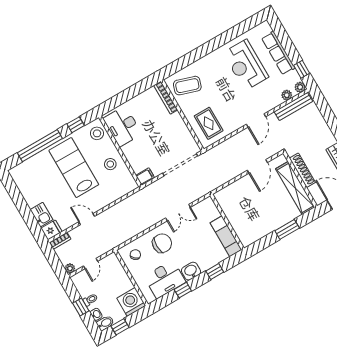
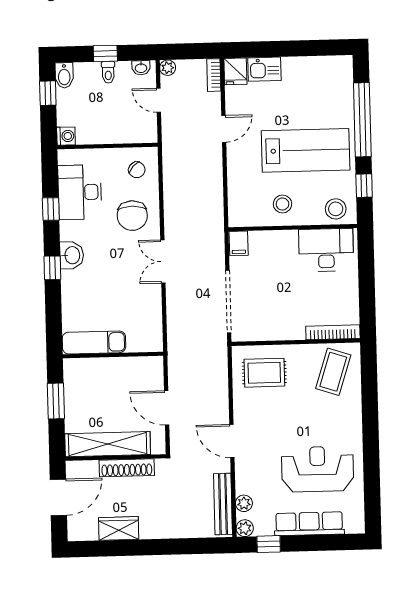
wall: (227, 222) -> (113, 355), moved
exam couch: (226, 236) -> (94, 342), moved
washbasin: (191, 271) -> (72, 255), moved
washing machine: (131, 302) -> (66, 136), width x0.53, depth x0.53
washbasin: (96, 314) -> (141, 68), moved

